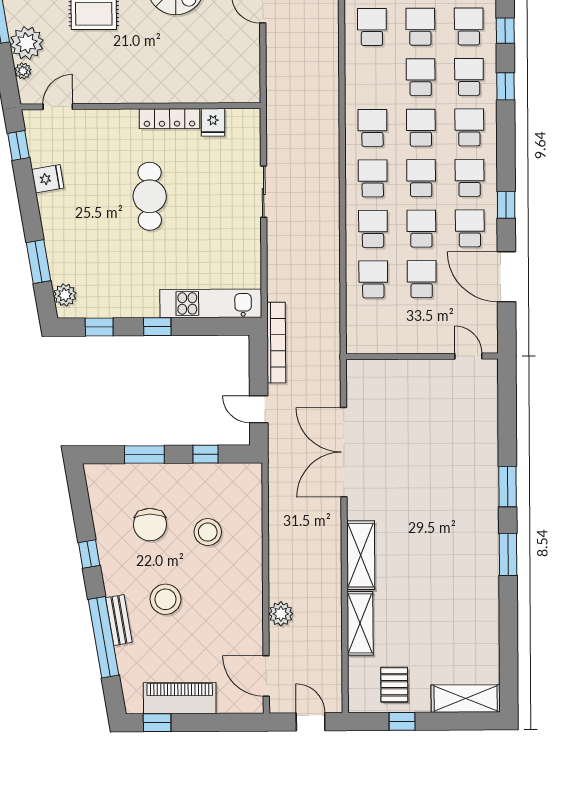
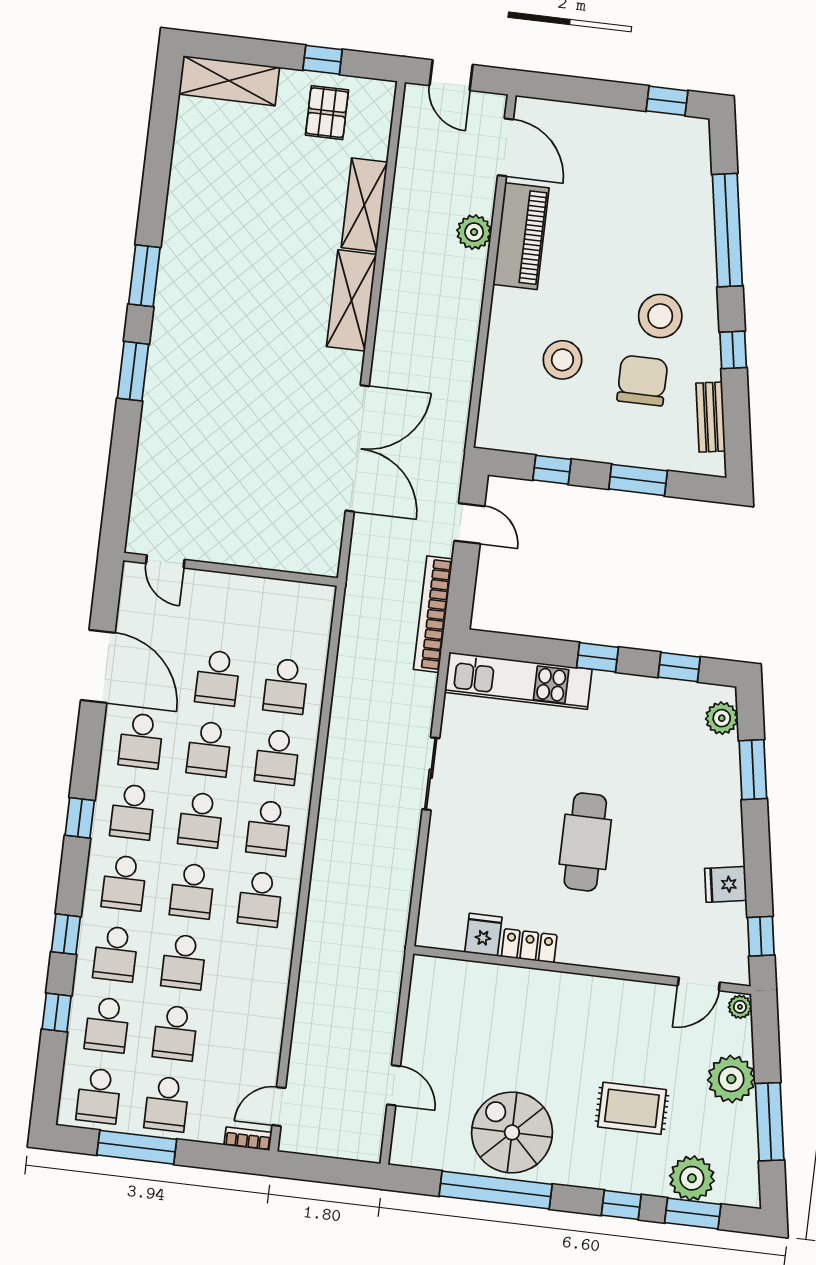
school desk: (372, 27) -> (243, 1041), removed
plant: (23, 71) -> (740, 1007), moved
locker: (170, 119) -> (529, 946), width x0.66
sliding door: (264, 192) -> (431, 774), moved
window: (506, 205) -> (80, 818), moved
stool: (165, 599) -> (660, 316), moved
bench: (119, 620) -> (711, 417), moved
piano: (180, 698) -> (521, 236), moved, turned -90

